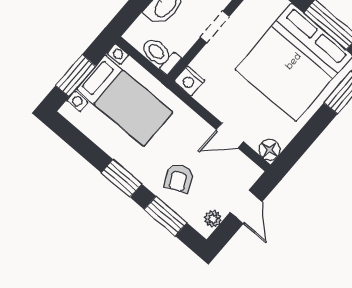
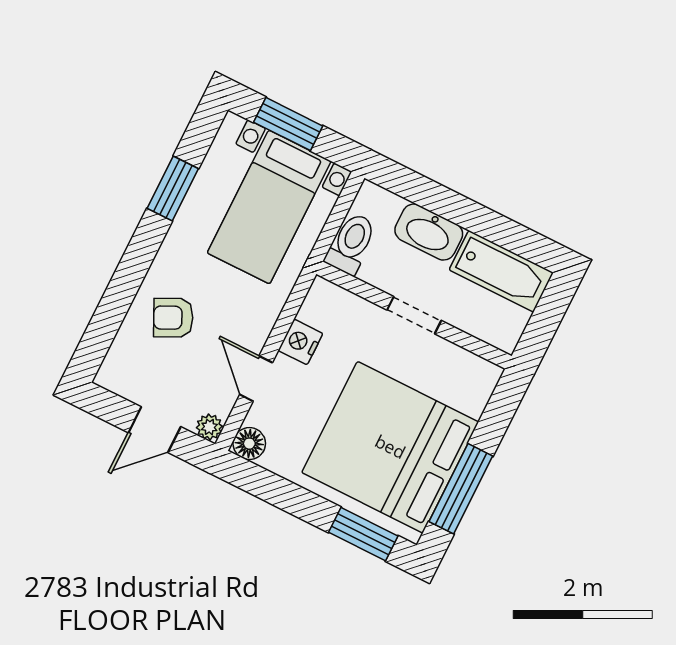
nightstand: (189, 81) -> (300, 342), moved
window: (122, 178) -> (173, 188), moved
window: (166, 216) -> (111, 312), removed
plant: (213, 219) -> (209, 427), moved

